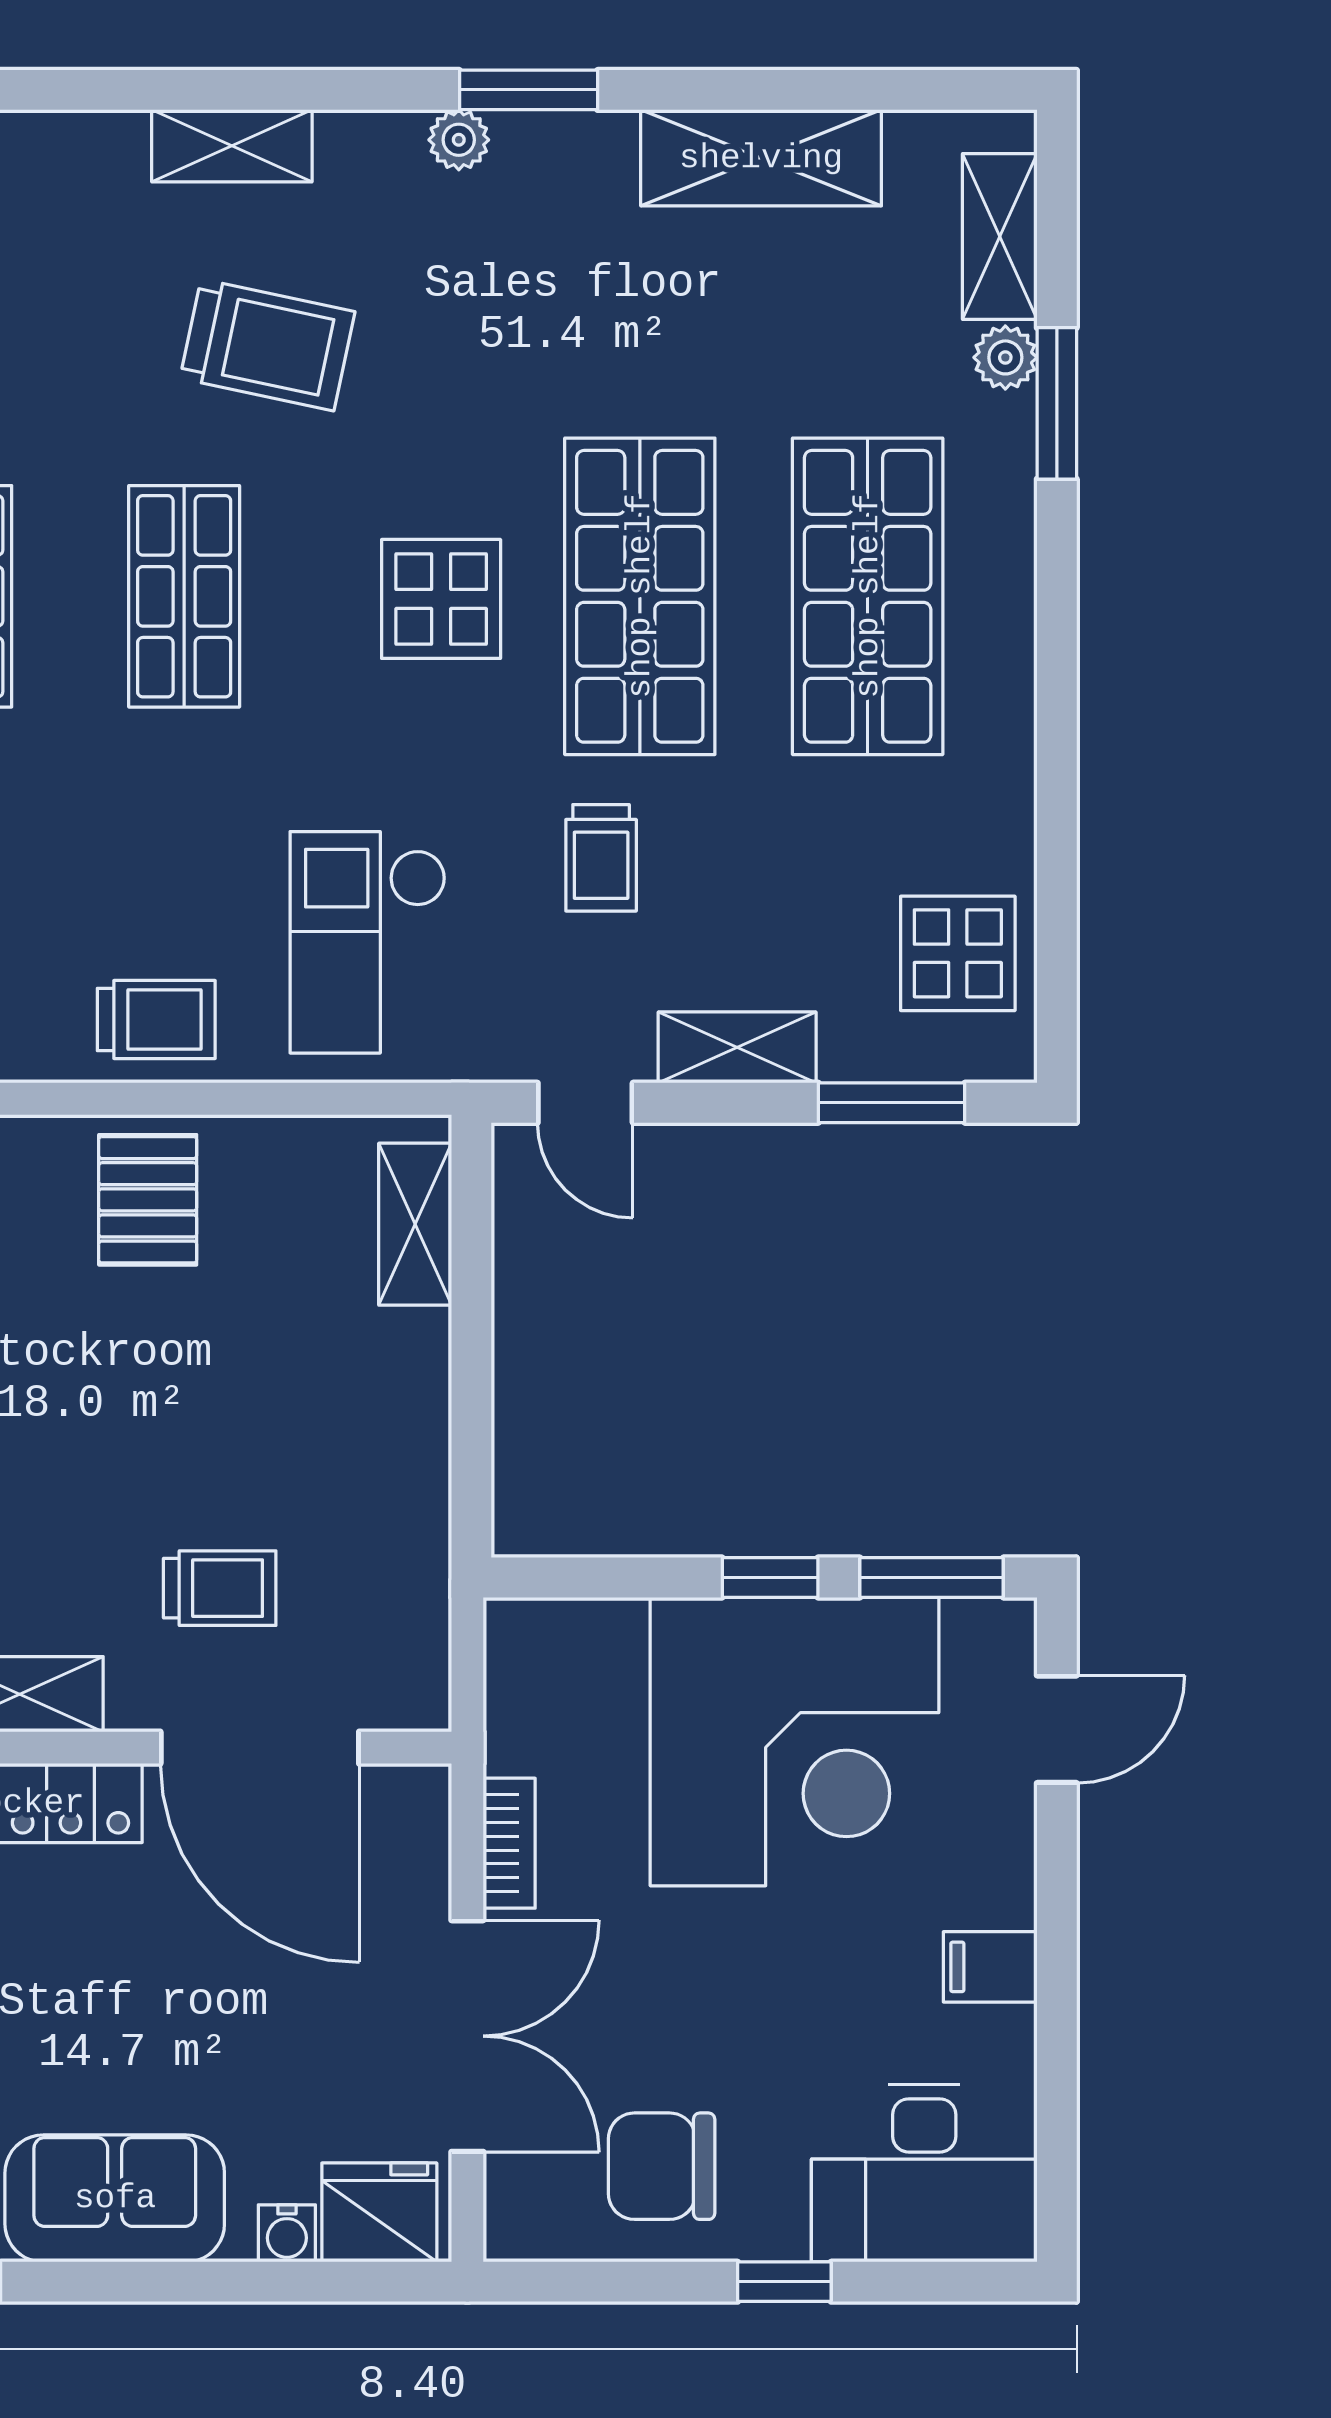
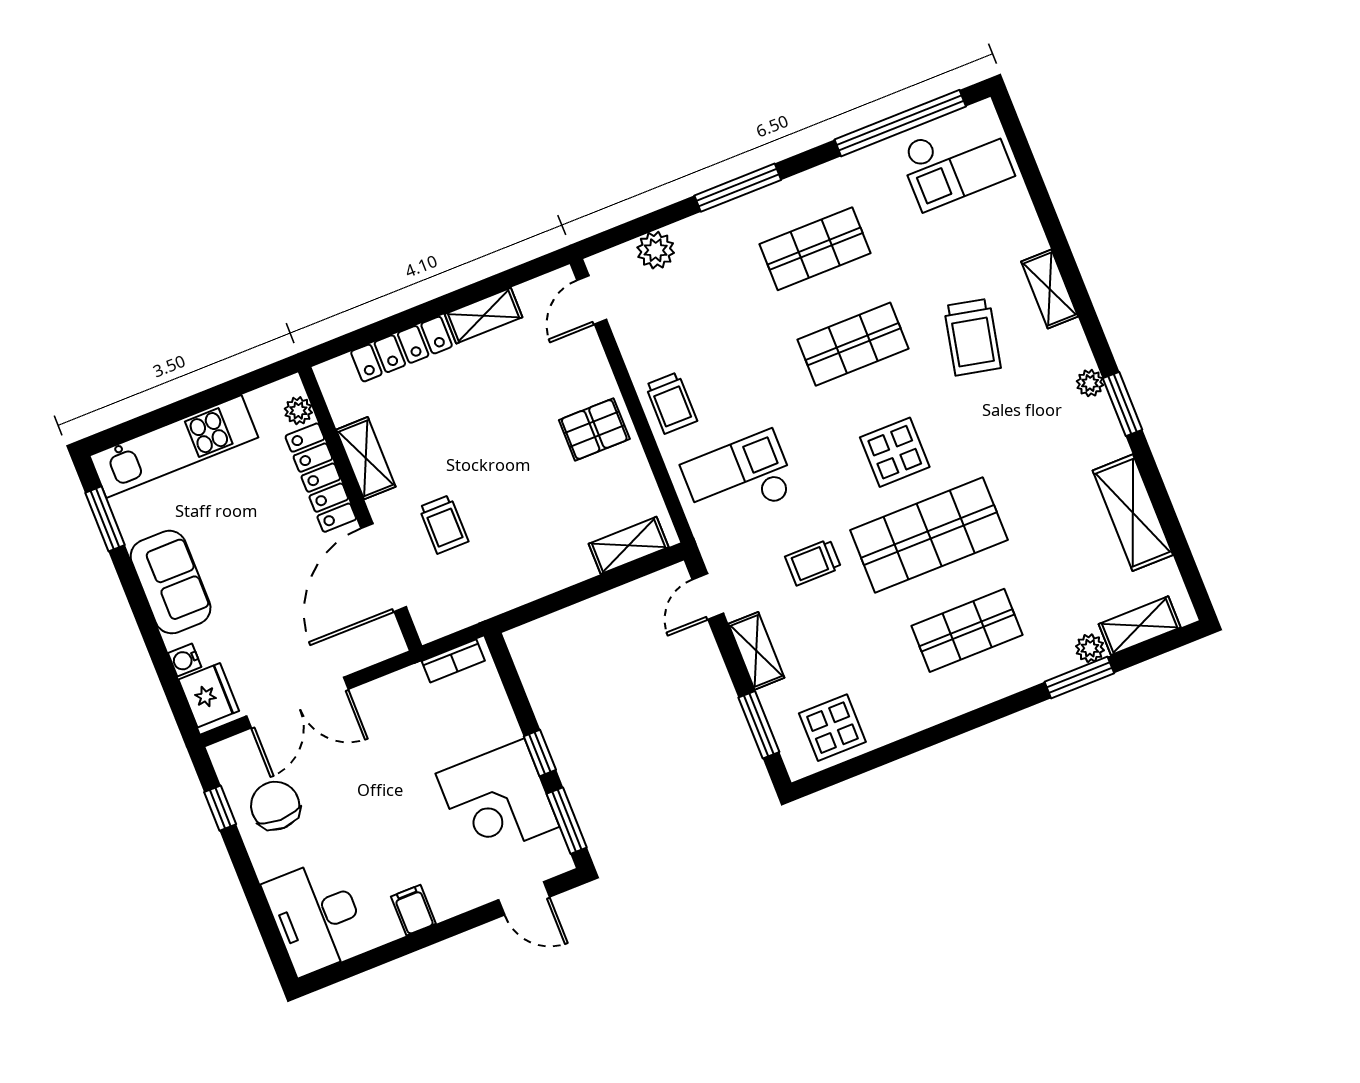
shop shelf: (868, 596) -> (967, 630), width x0.70, depth x0.74
corner desk: (795, 1742) -> (498, 800), width x0.74, depth x0.74
bookcase: (509, 1843) -> (453, 661), moved
window: (784, 2282) -> (220, 808), moved

